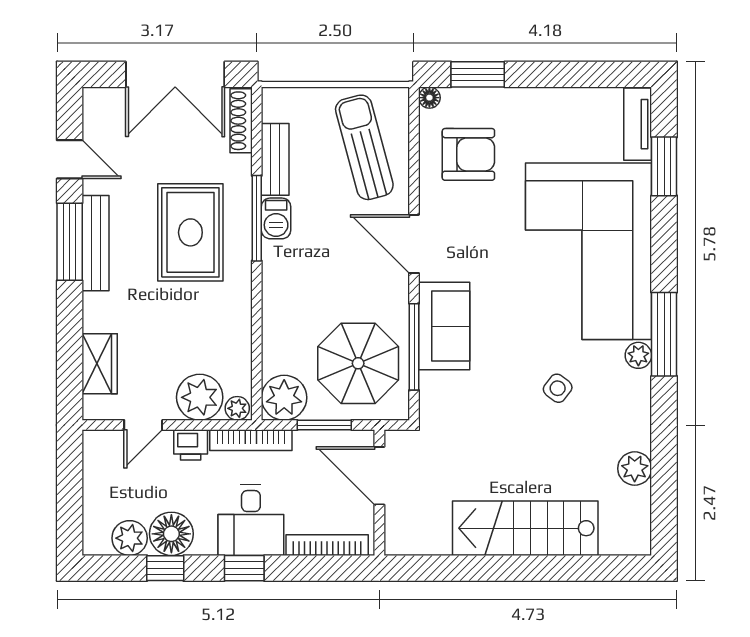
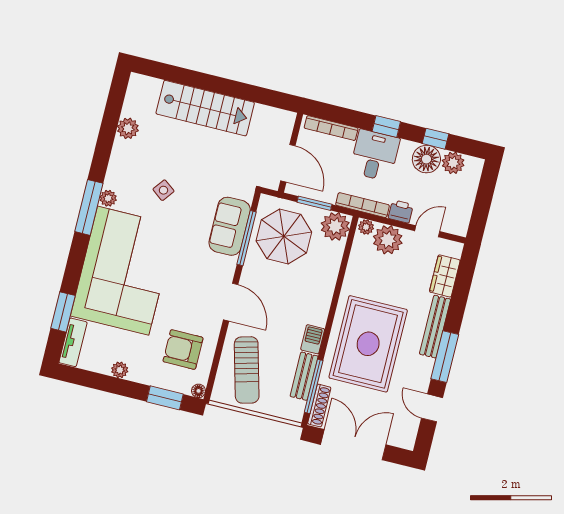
plant: (557, 100) -> (120, 370), added
window: (257, 218) -> (314, 386), moved
rug: (190, 232) -> (368, 344), width x1.37, depth x1.44
bench: (96, 243) -> (435, 327), moved
sofa: (444, 326) -> (230, 226), moved

